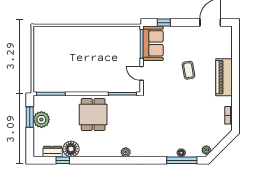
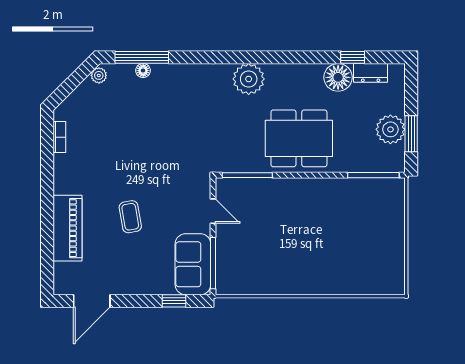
piano: (224, 77) -> (68, 228), moved
dining table: (93, 114) -> (299, 138), width x1.38
plant: (126, 152) -> (249, 79), width x1.88, depth x1.88

